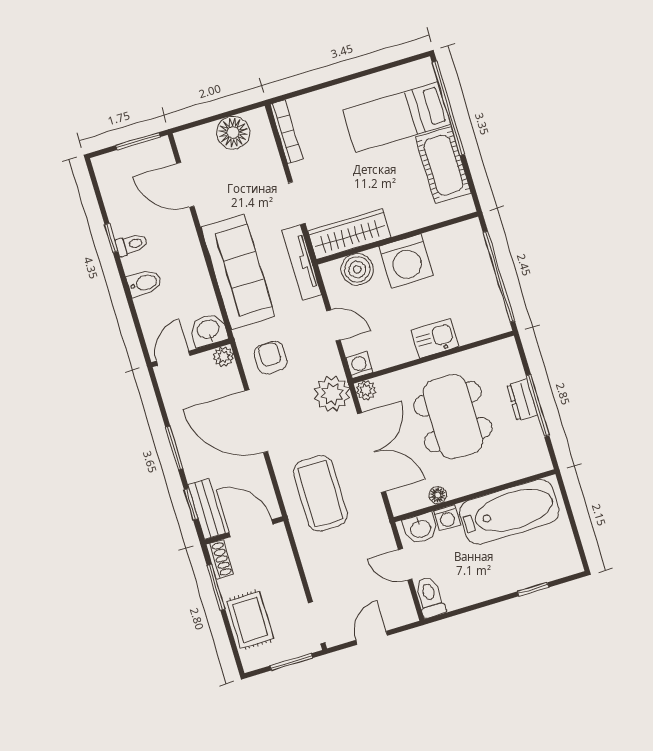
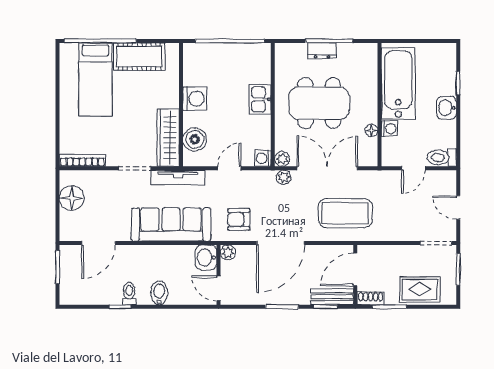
washing machine: (406, 261) -> (195, 99), width x0.73, depth x0.73
plant: (332, 394) -> (284, 177), width x0.53, depth x0.53
washbasin: (420, 528) -> (446, 108), moved, turned 180

